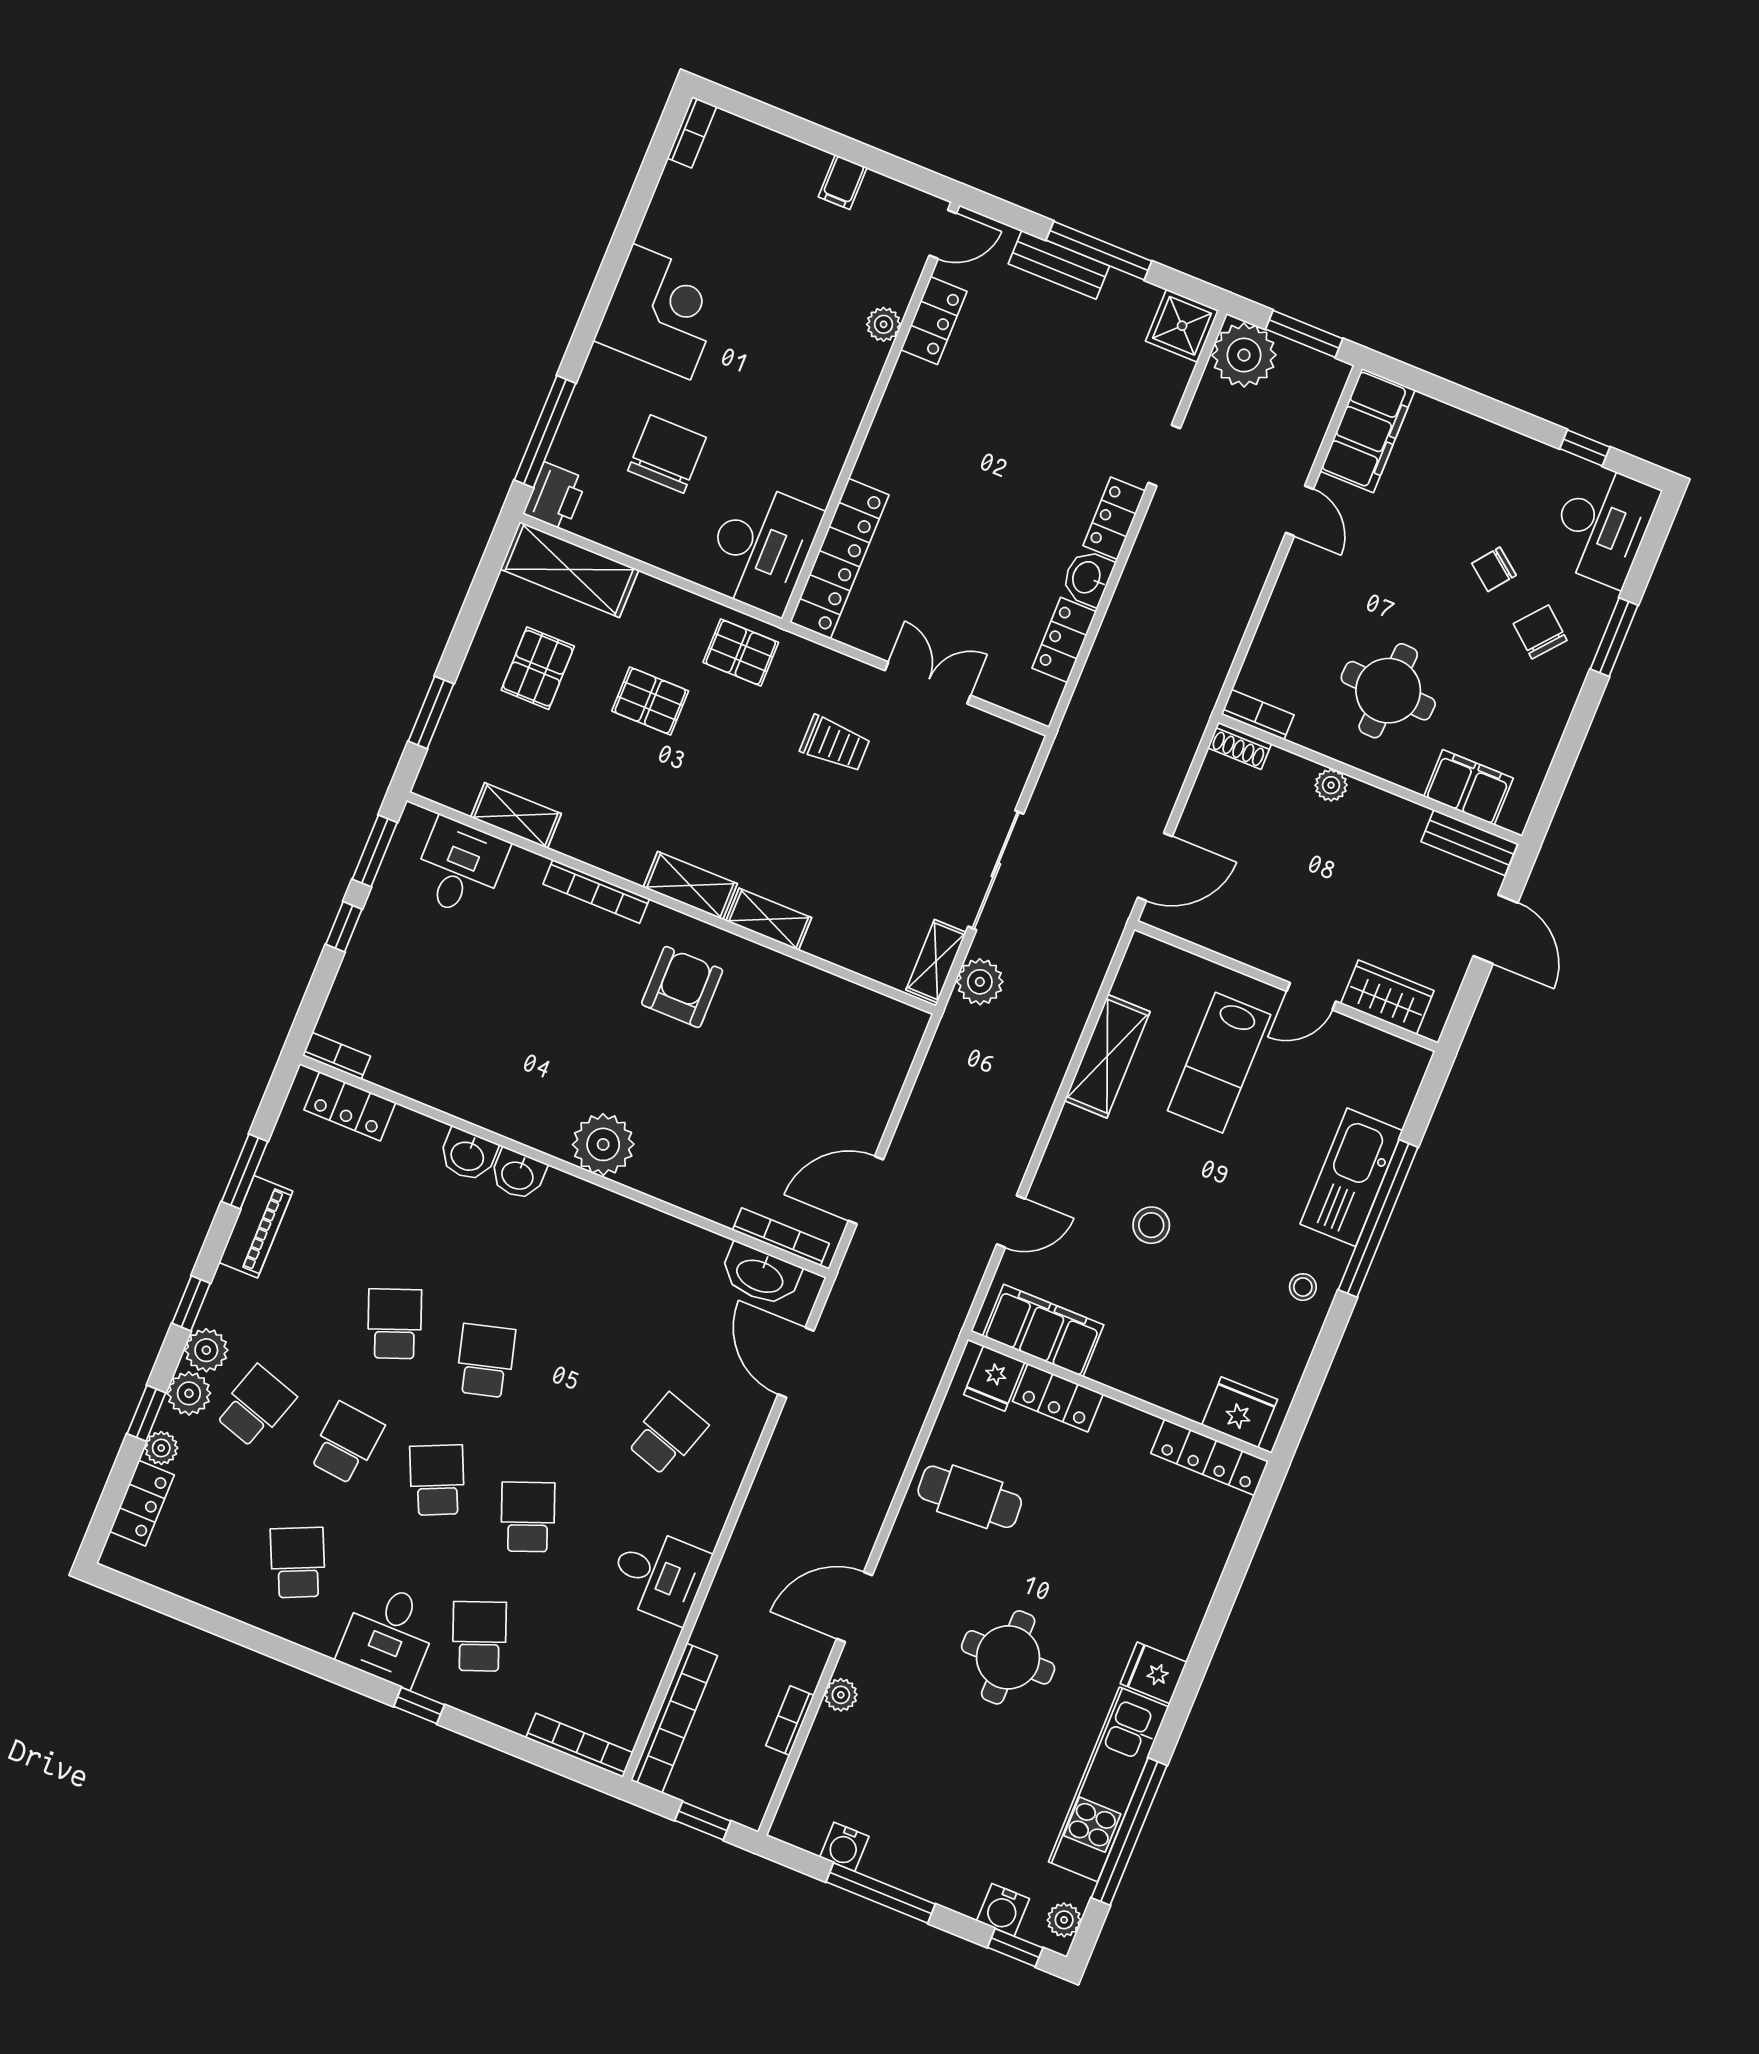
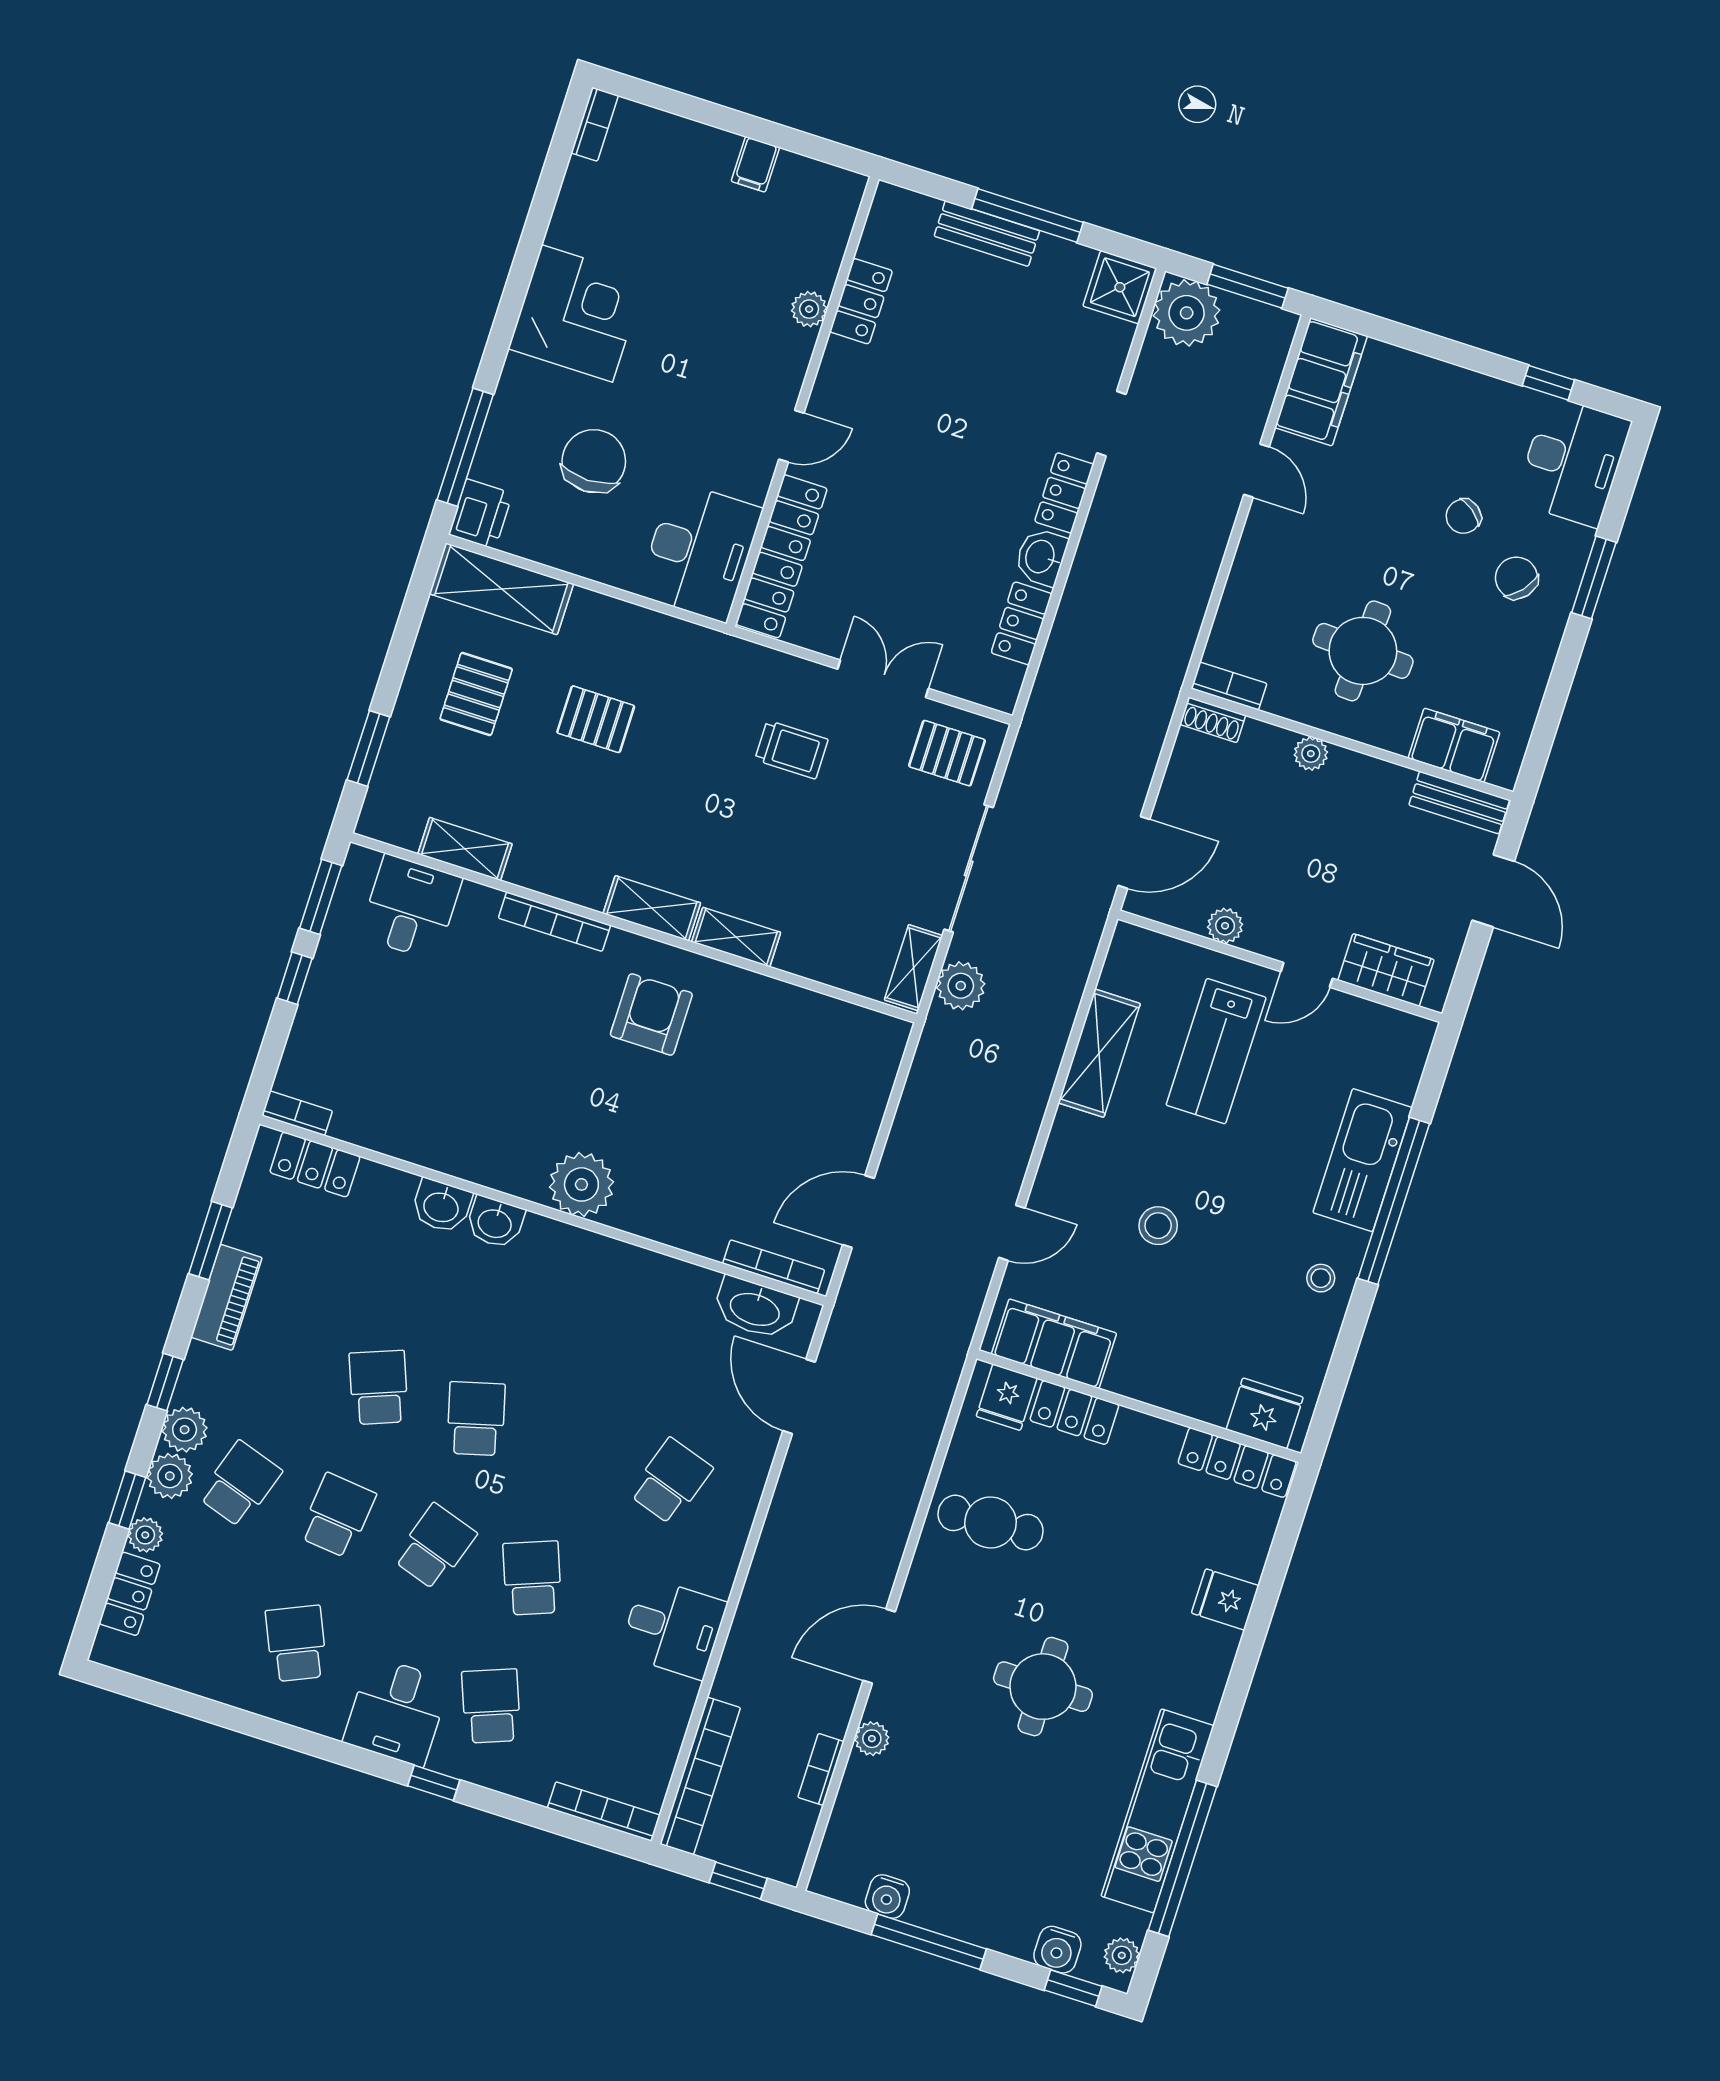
door: (943, 234) -> (791, 436), moved
pallet: (741, 652) -> (947, 753), moved
plant: (1237, 943) -> (1225, 926), added
school desk: (437, 1480) -> (435, 1547), turned 42
fridge: (1154, 1673) -> (1225, 1599), moved

